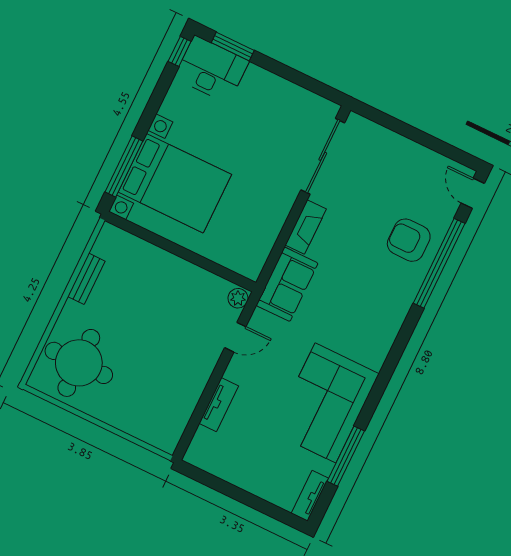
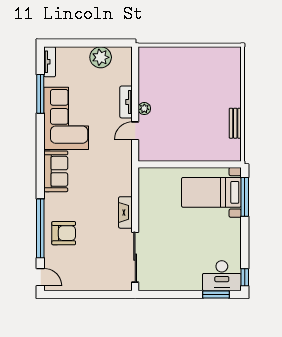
bed with nightstands: (175, 183) -> (211, 192), width x0.73
sofa: (287, 284) -> (56, 171), moved, turned 180
plant: (238, 298) -> (144, 109), moved
round table: (79, 363) -> (217, 74), removed
tv unit: (219, 405) -> (126, 102), moved
plant: (234, 467) -> (101, 57), added

